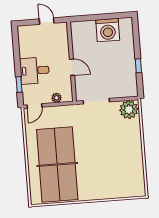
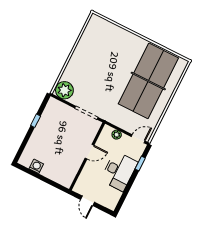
washing machine: (108, 30) -> (36, 166), width x0.53, depth x0.53
door: (72, 67) -> (90, 152), swing flipped
desk: (35, 71) -> (119, 171), width x1.37

